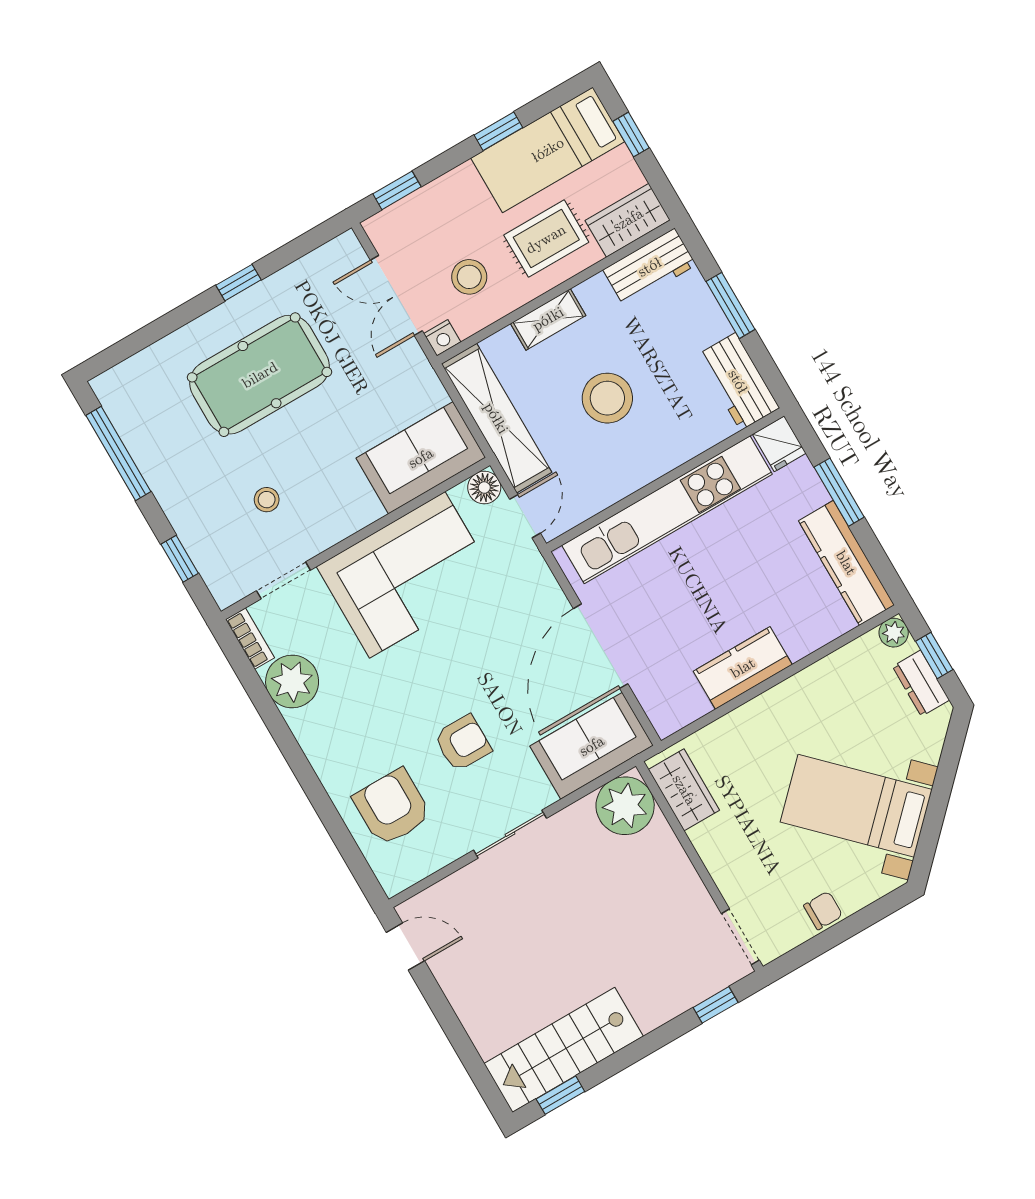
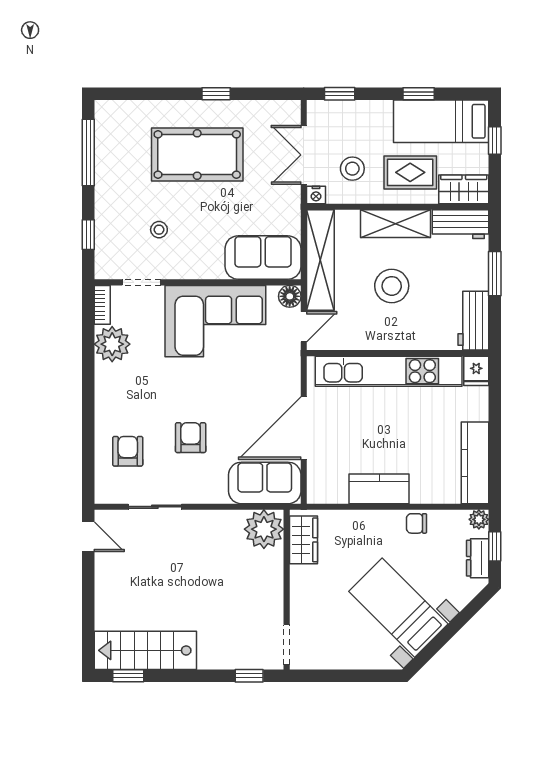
shelving: (548, 319) -> (395, 224), width x1.50, depth x1.33
window: (839, 492) -> (495, 419), removed
armchair: (463, 743) -> (191, 438), turned -90
armchair: (392, 807) -> (128, 451), width x0.72, depth x0.72
sliding door: (510, 834) -> (155, 507), moved
chair: (823, 910) -> (417, 523), moved, turned 180

